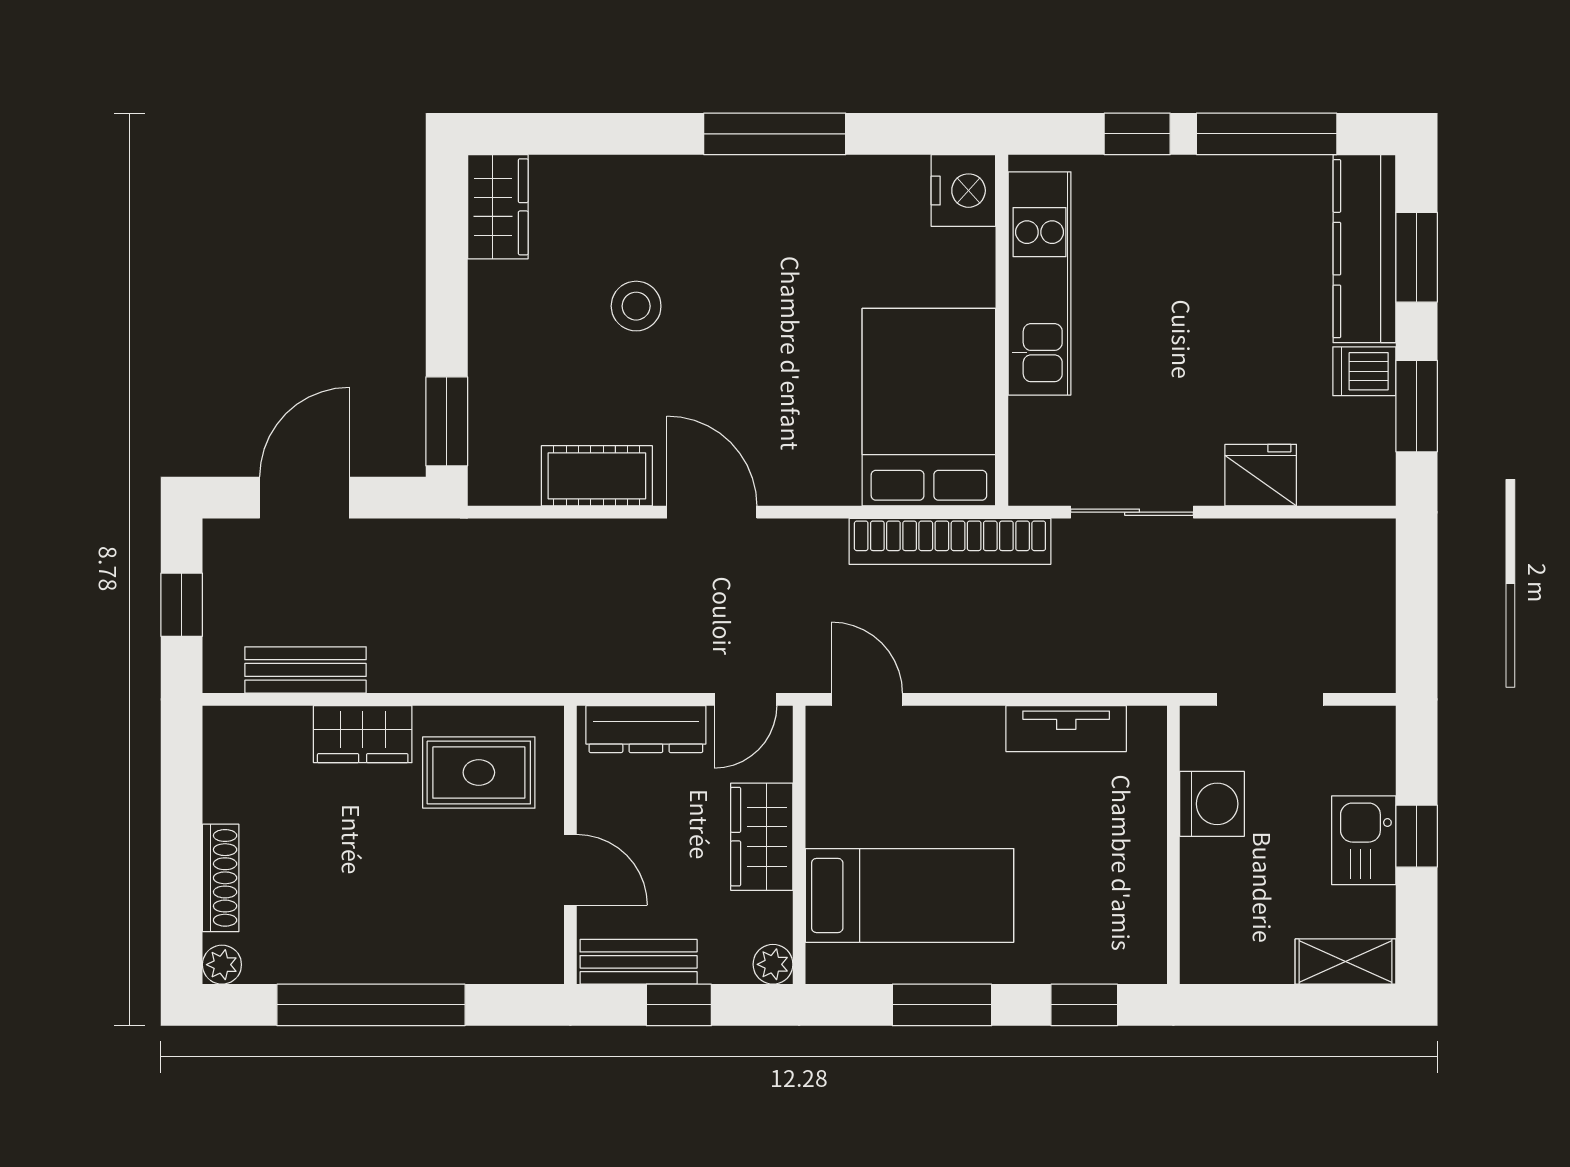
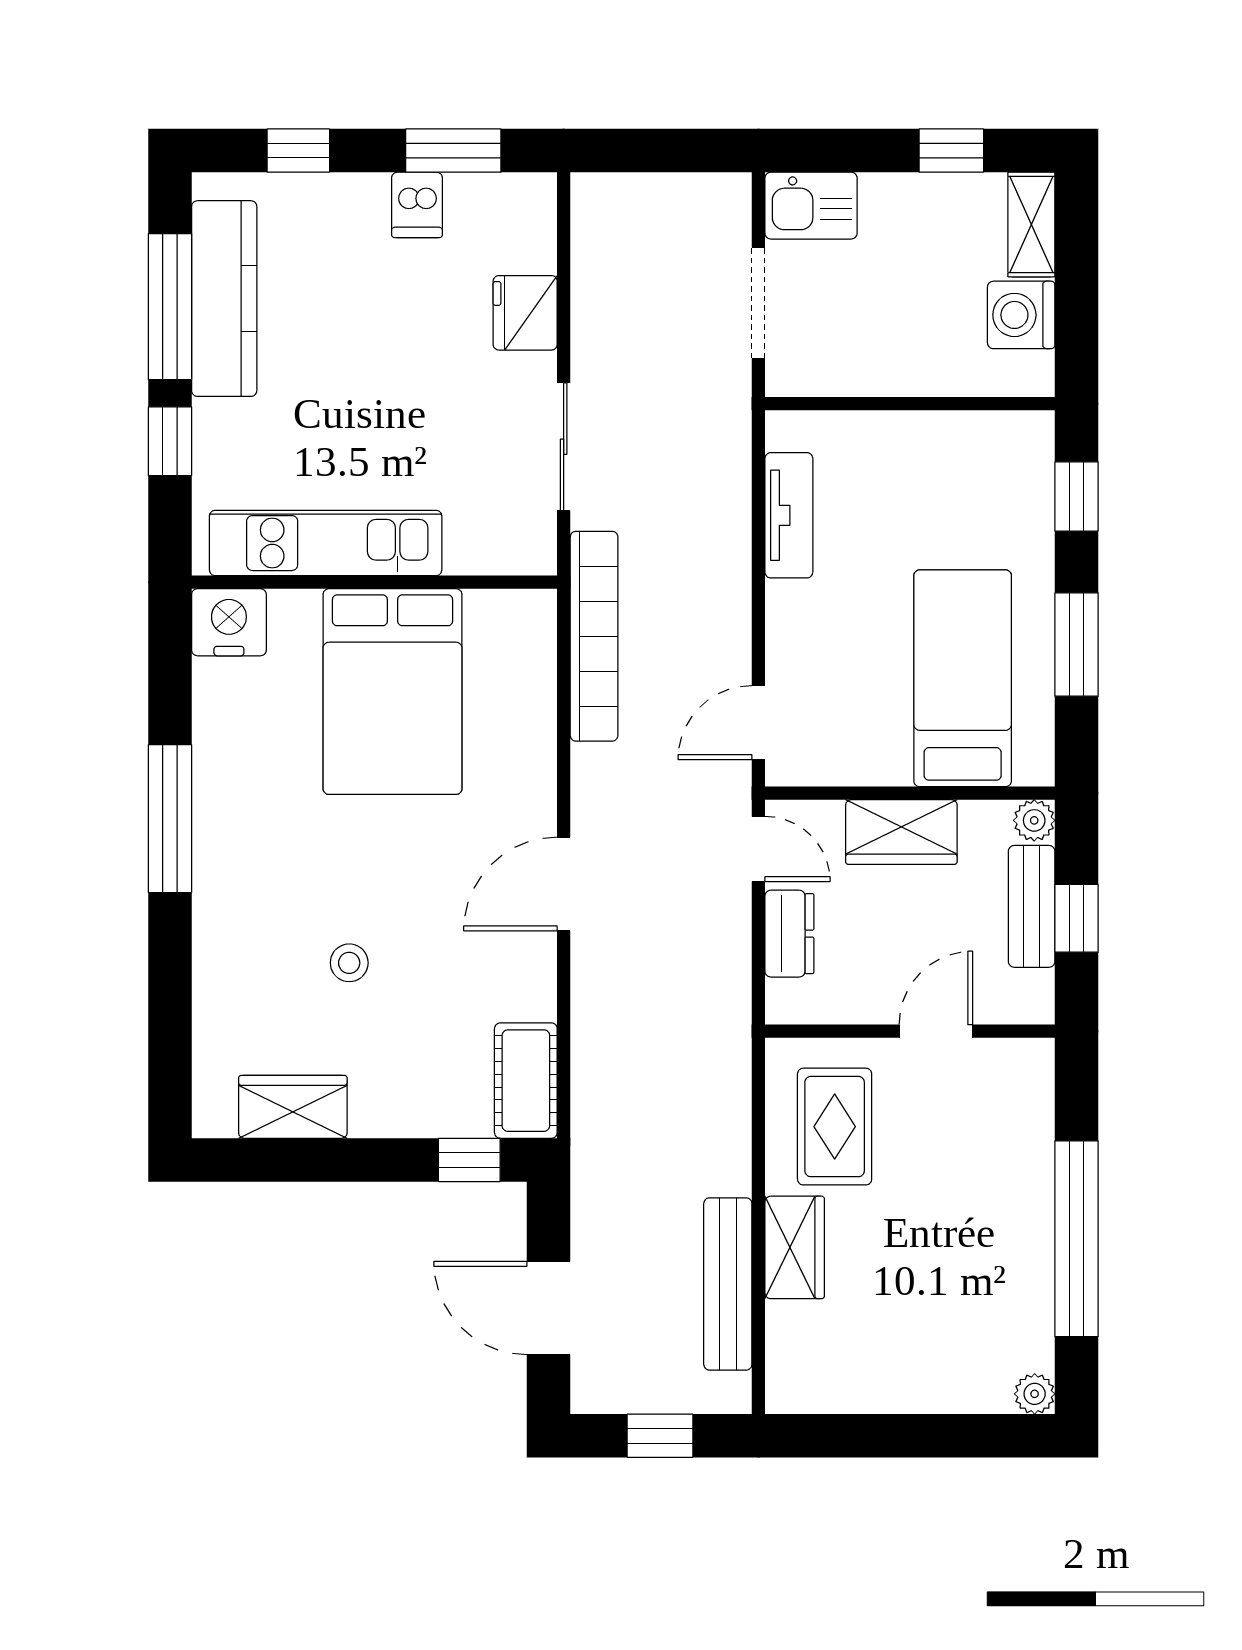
wardrobe: (498, 207) -> (293, 1107), moved
kitchen counter: (1364, 249) -> (224, 299), moved, turned -90
window: (1417, 257) -> (298, 151), width x0.67
stool: (636, 306) -> (349, 963), width x0.73, depth x0.73
bed: (929, 407) -> (393, 692), moved, turned -90
window: (447, 421) -> (469, 1160), width x0.67
cot: (597, 476) -> (526, 1081), moved
bench: (305, 670) -> (728, 1284), width x1.36
dresser: (646, 729) -> (789, 934), width x0.70
washing machine: (1212, 804) -> (1021, 315), moved, turned -90
window: (1417, 836) -> (951, 151), moved
kitchen sink: (1364, 840) -> (811, 206), moved
shoe rack: (221, 878) -> (944, 1395), removed
bench: (639, 962) -> (1032, 906), moved

